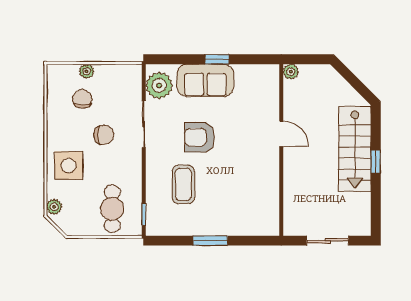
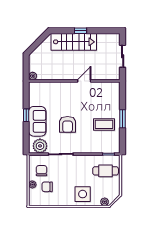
door: (281, 134) -> (84, 81), moved
chair: (104, 135) -> (42, 171), moved
coffee table: (183, 184) -> (104, 124), moved

